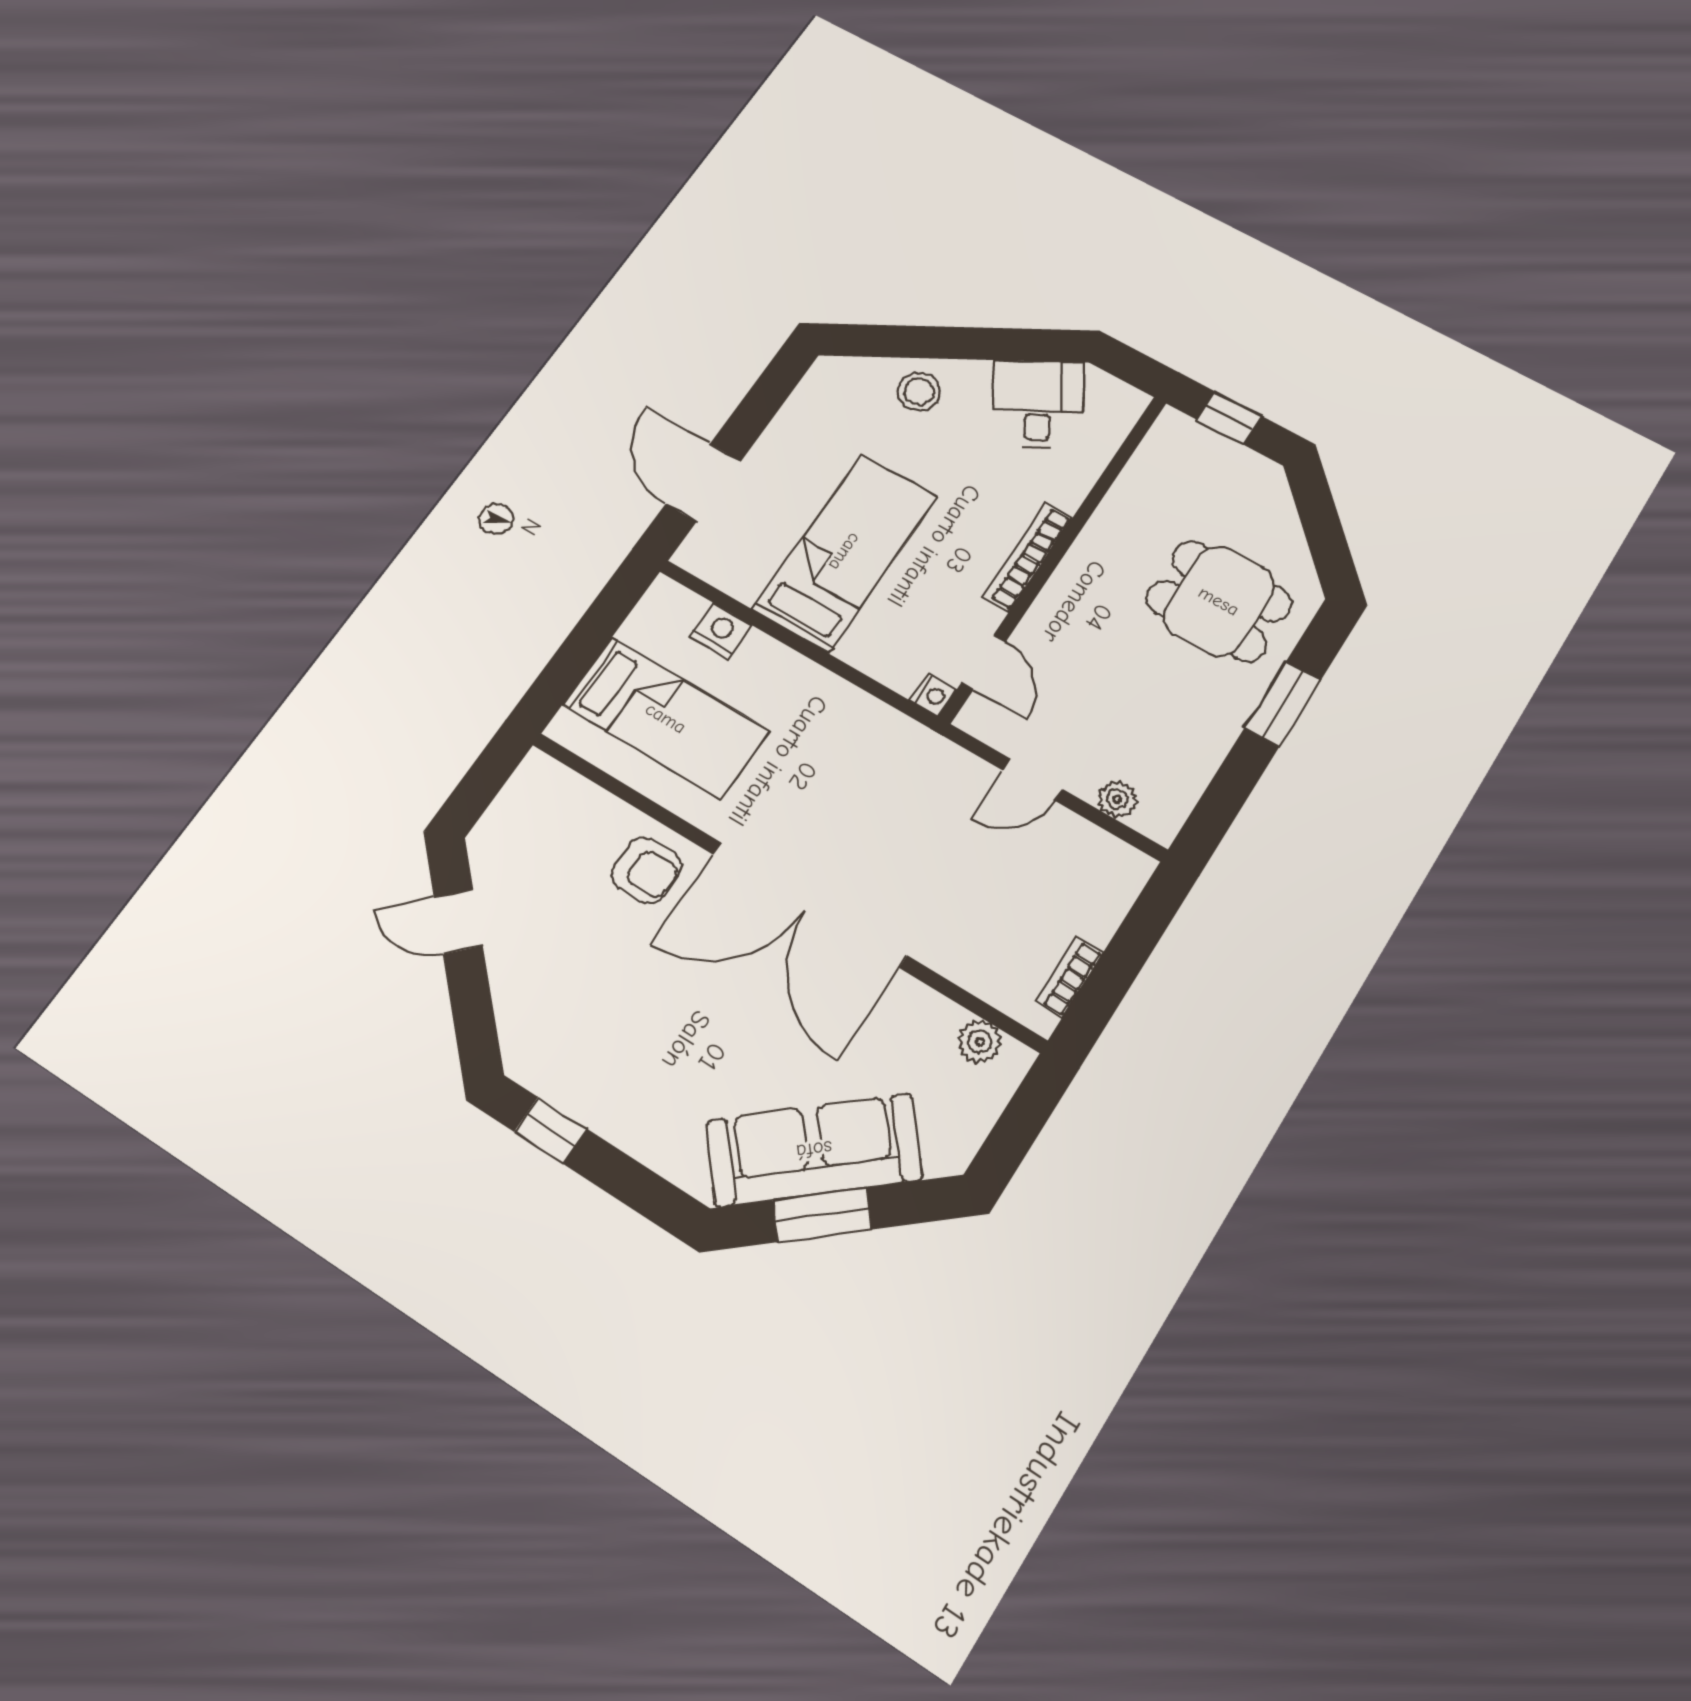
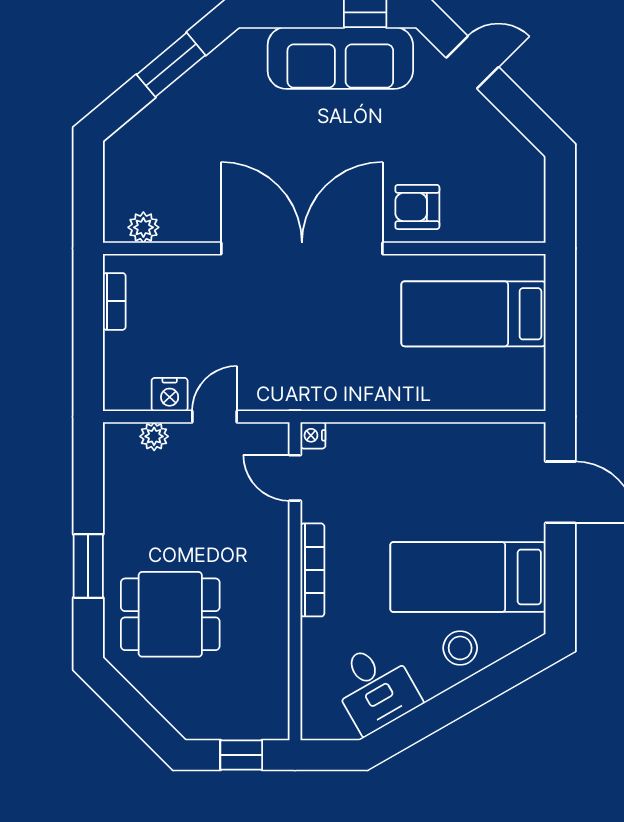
bed: (845, 552) -> (468, 577), moved, turned 90
nightstand: (720, 631) -> (170, 394), moved
door: (458, 922) -> (472, 62), moved
sofa: (814, 1150) -> (340, 58), moved, turned 40

